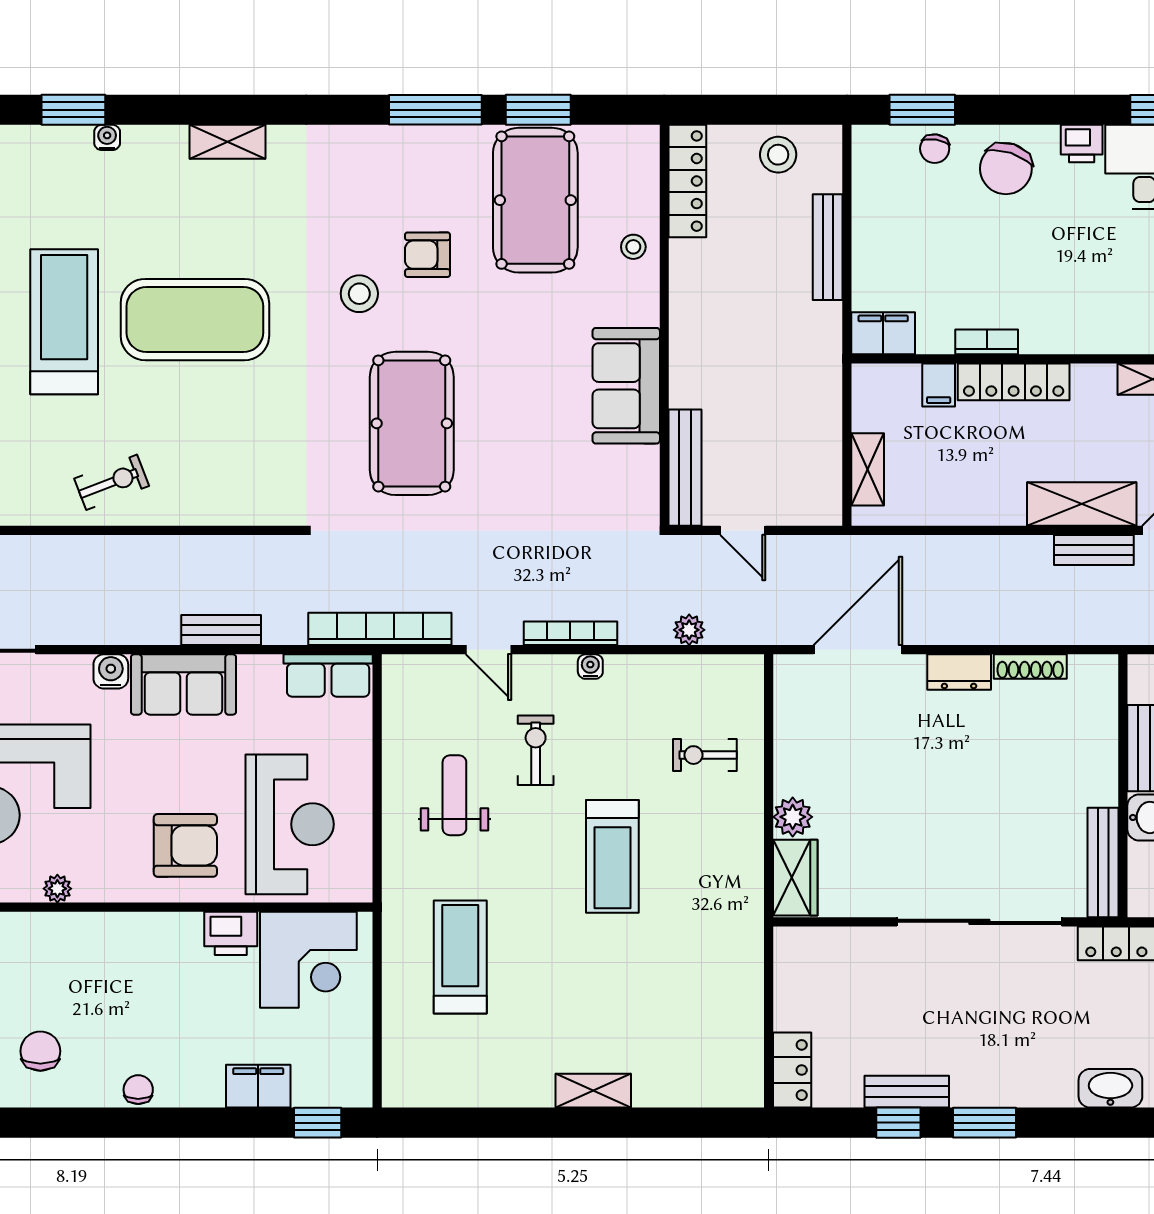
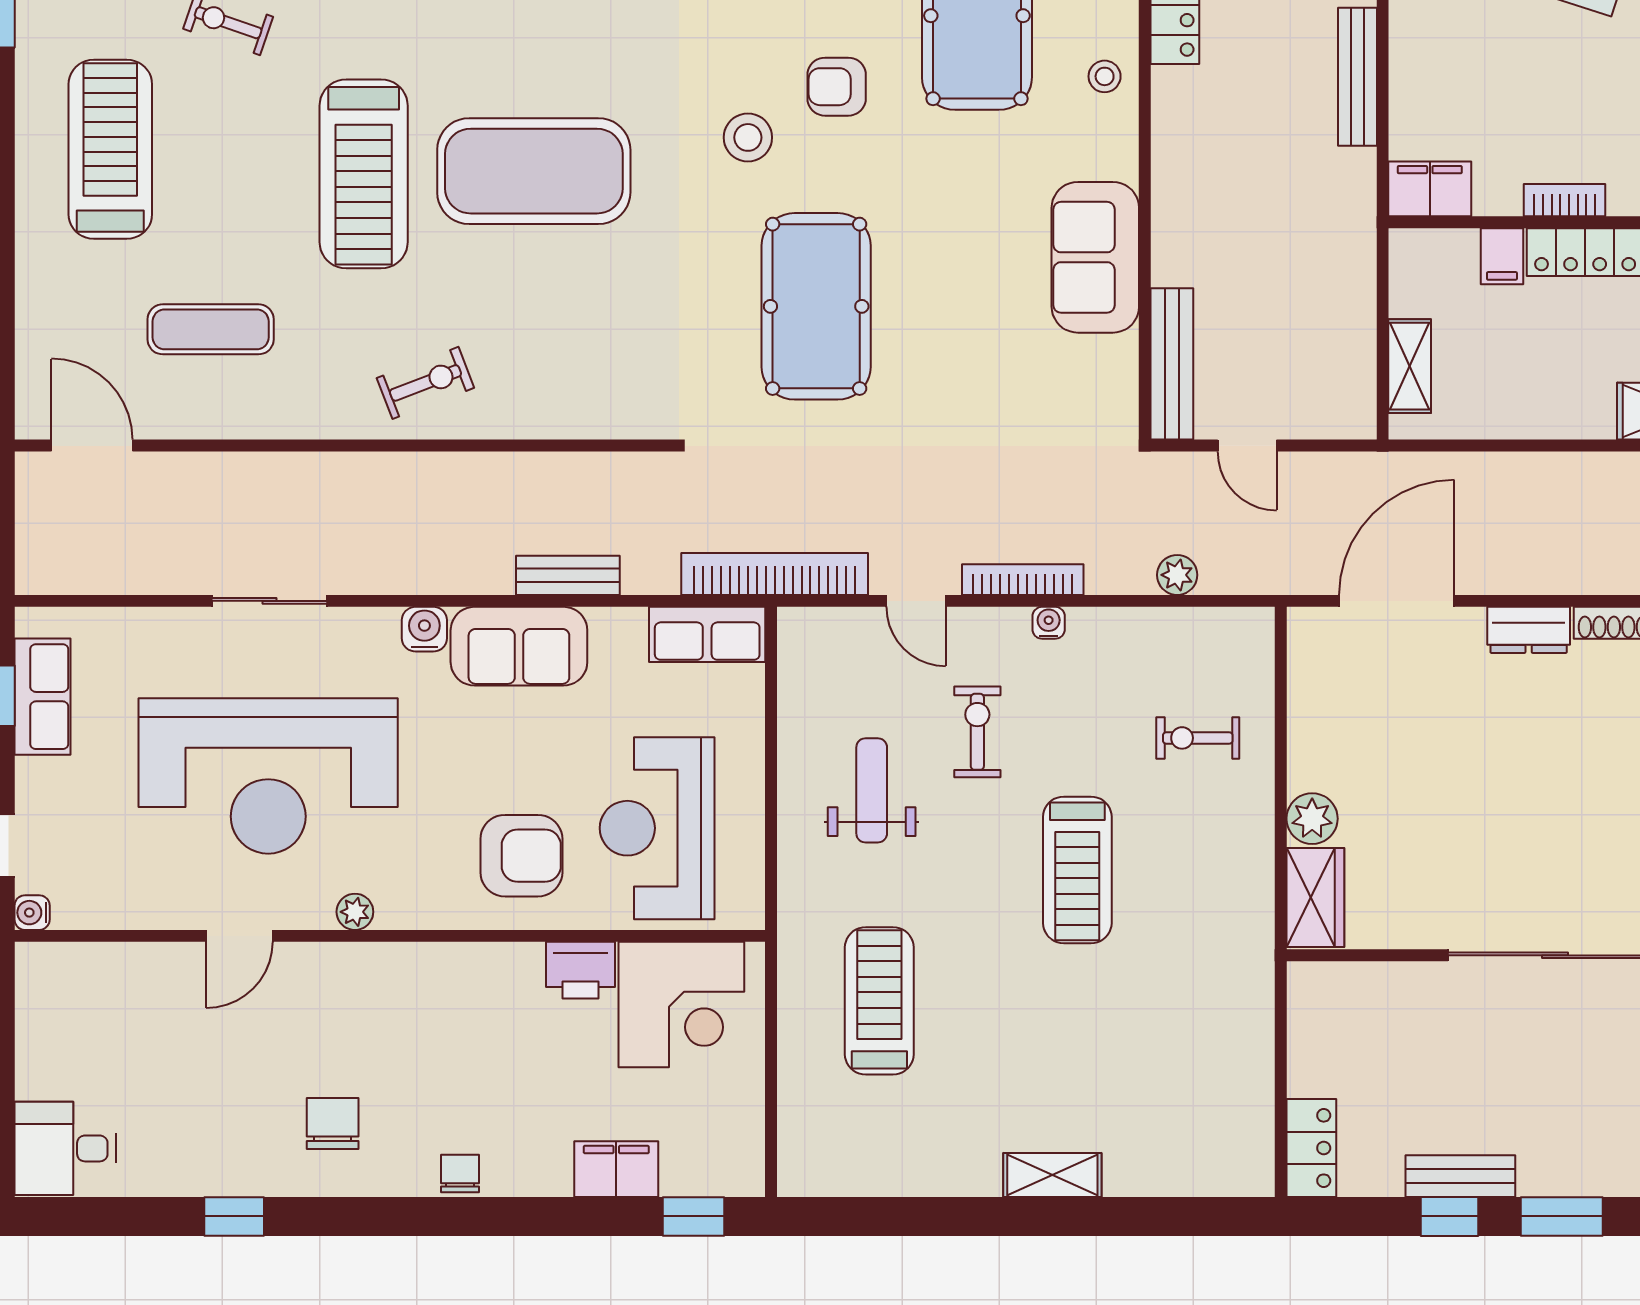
treadmill: (64, 322) -> (364, 174), turned 180
reception desk: (290, 824) -> (657, 828), turned 180

